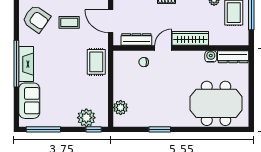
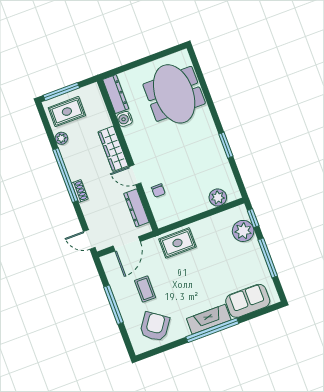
window: (43, 129) -> (268, 258), moved

